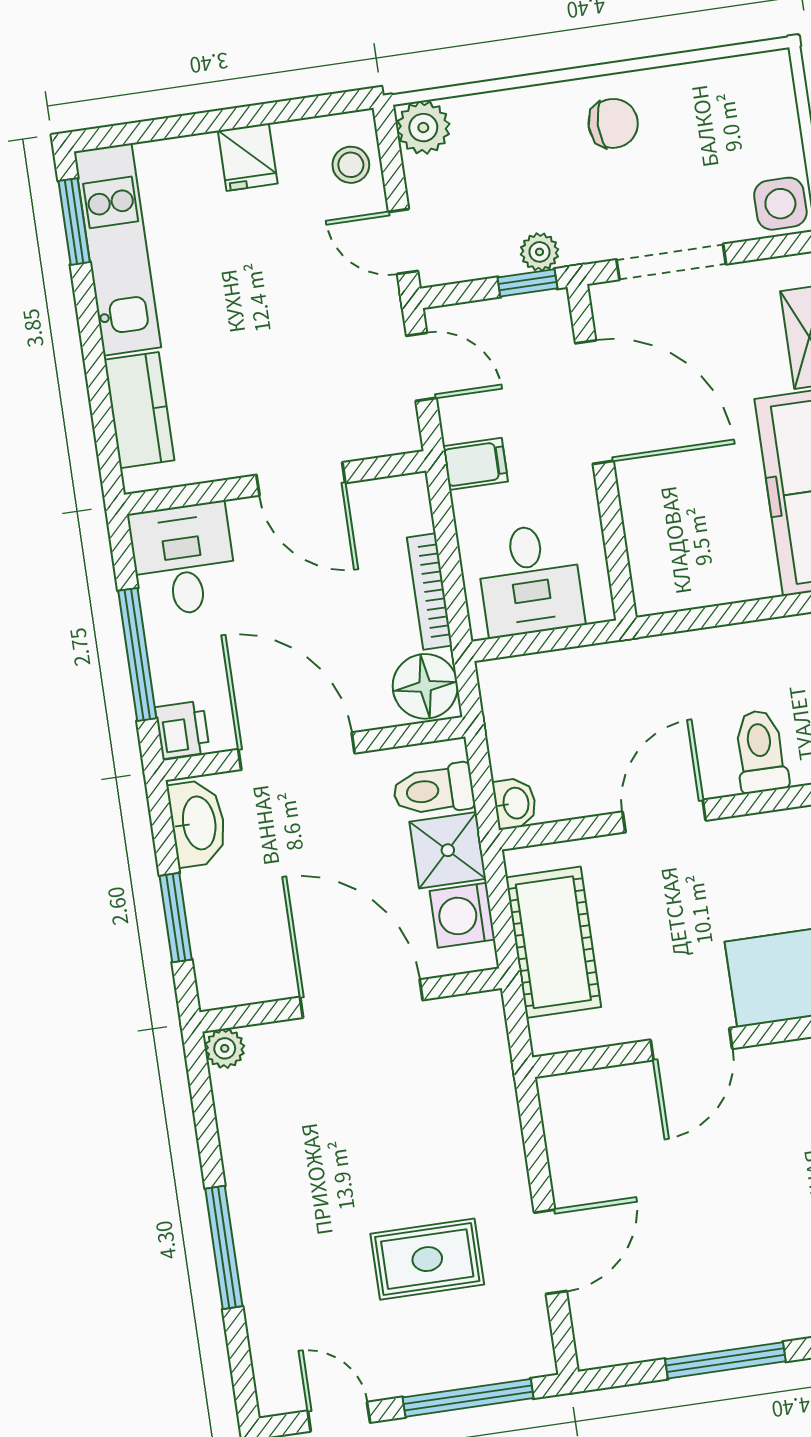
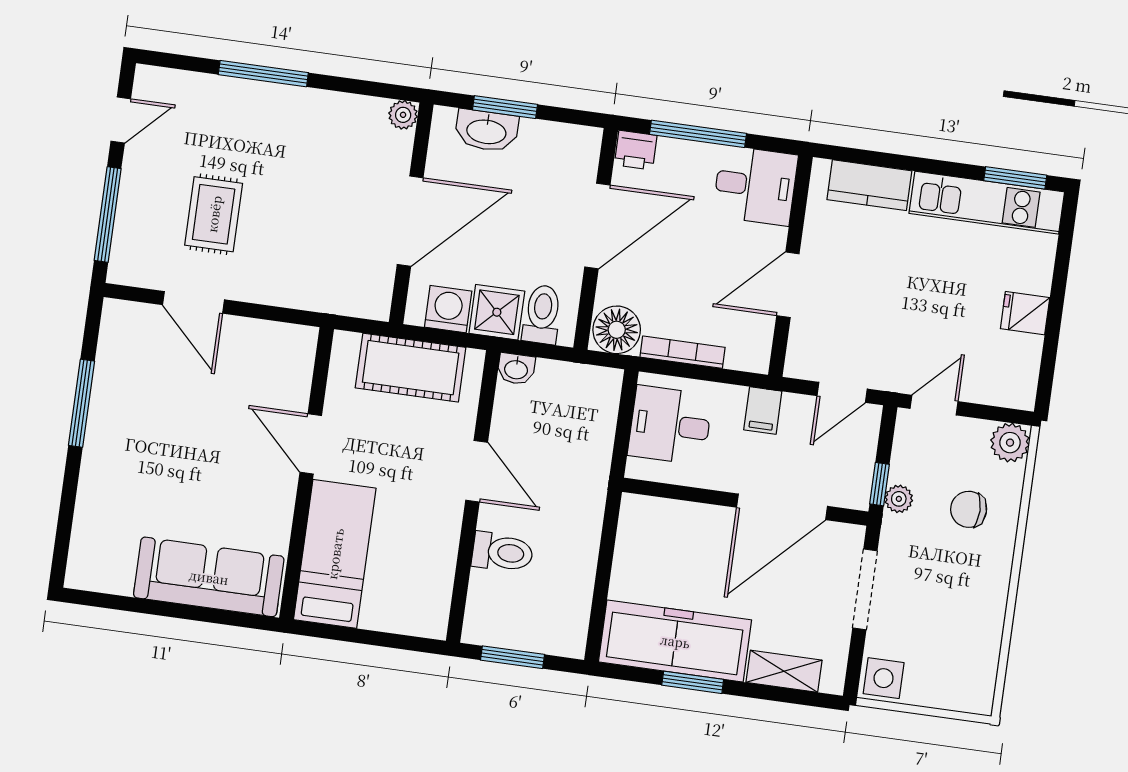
chair: (613, 123) -> (969, 509), moved, turned 90
stool: (351, 165) -> (999, 384), removed
washbasin: (198, 823) -> (487, 131), moved

